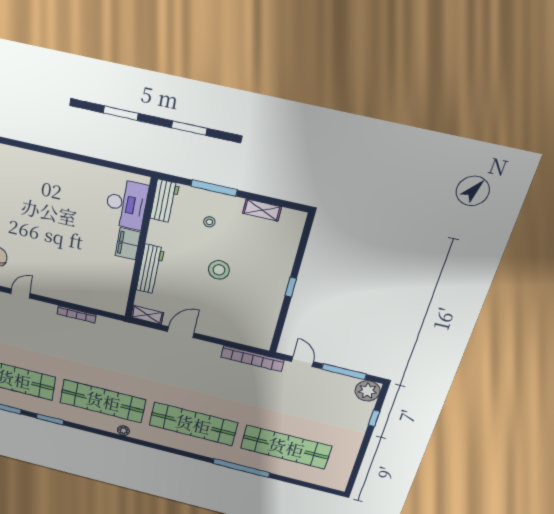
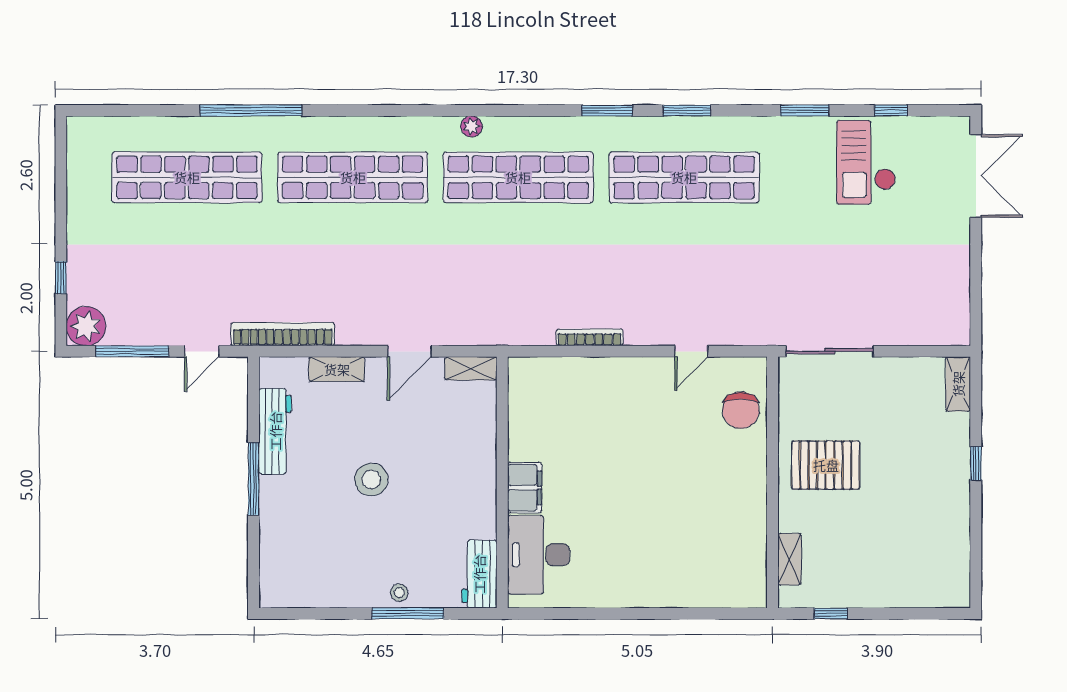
shelving: (262, 210) -> (337, 369), moved
stool: (209, 222) -> (399, 593), moved
workbench: (150, 269) -> (275, 431), moved, turned 180
window: (291, 287) -> (253, 479), width x2.17
door: (303, 362) -> (202, 351), hinge flipped

